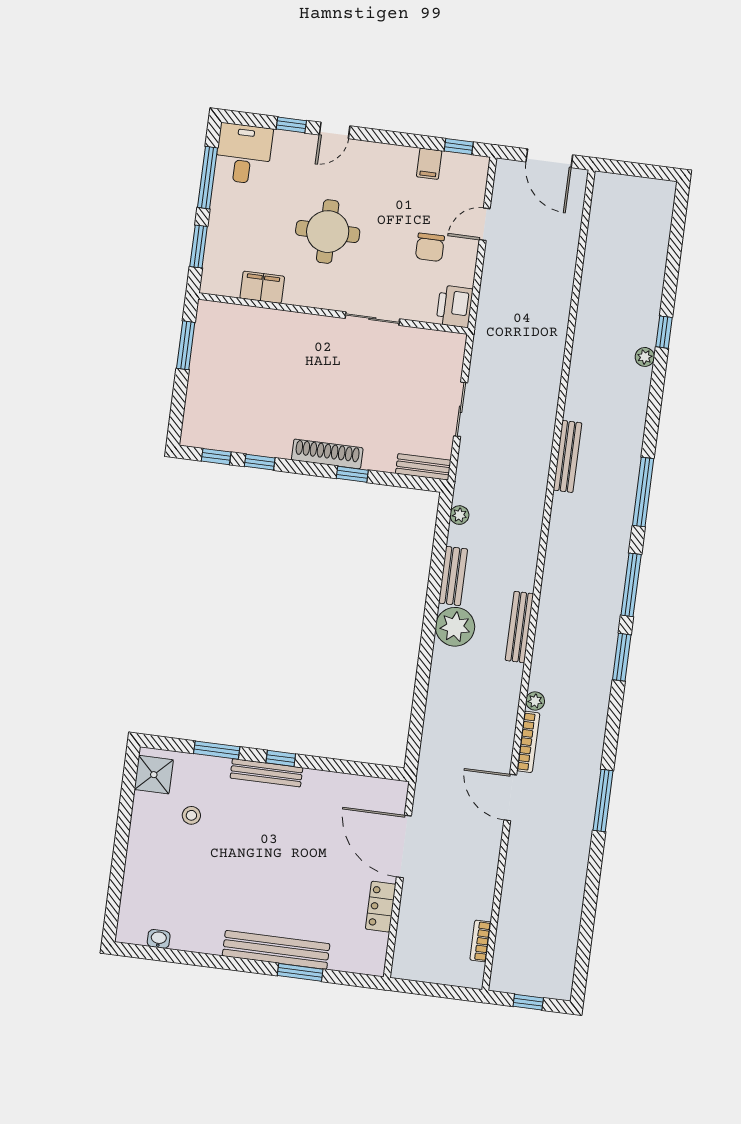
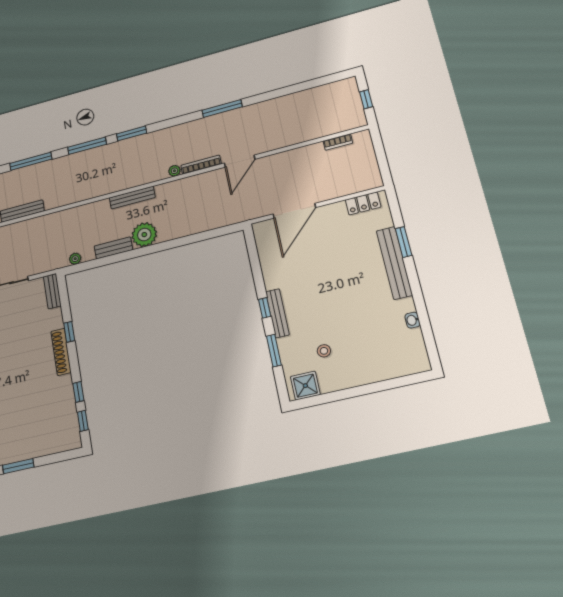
locker: (381, 907) -> (363, 203), moved
washbasin: (159, 939) -> (413, 320), moved

